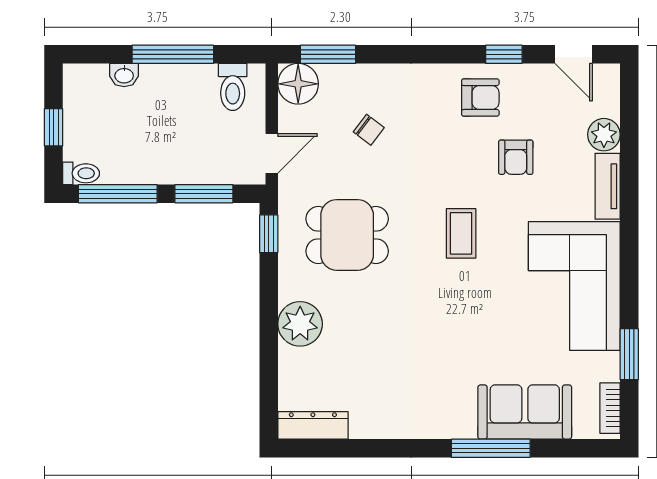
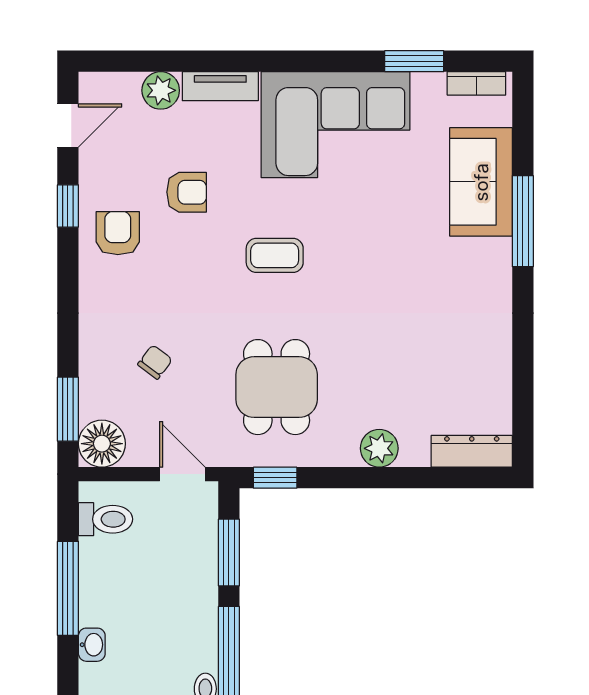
plant: (300, 324) -> (379, 448), width x0.73, depth x0.73
dresser: (313, 425) -> (472, 451), moved, turned 90

